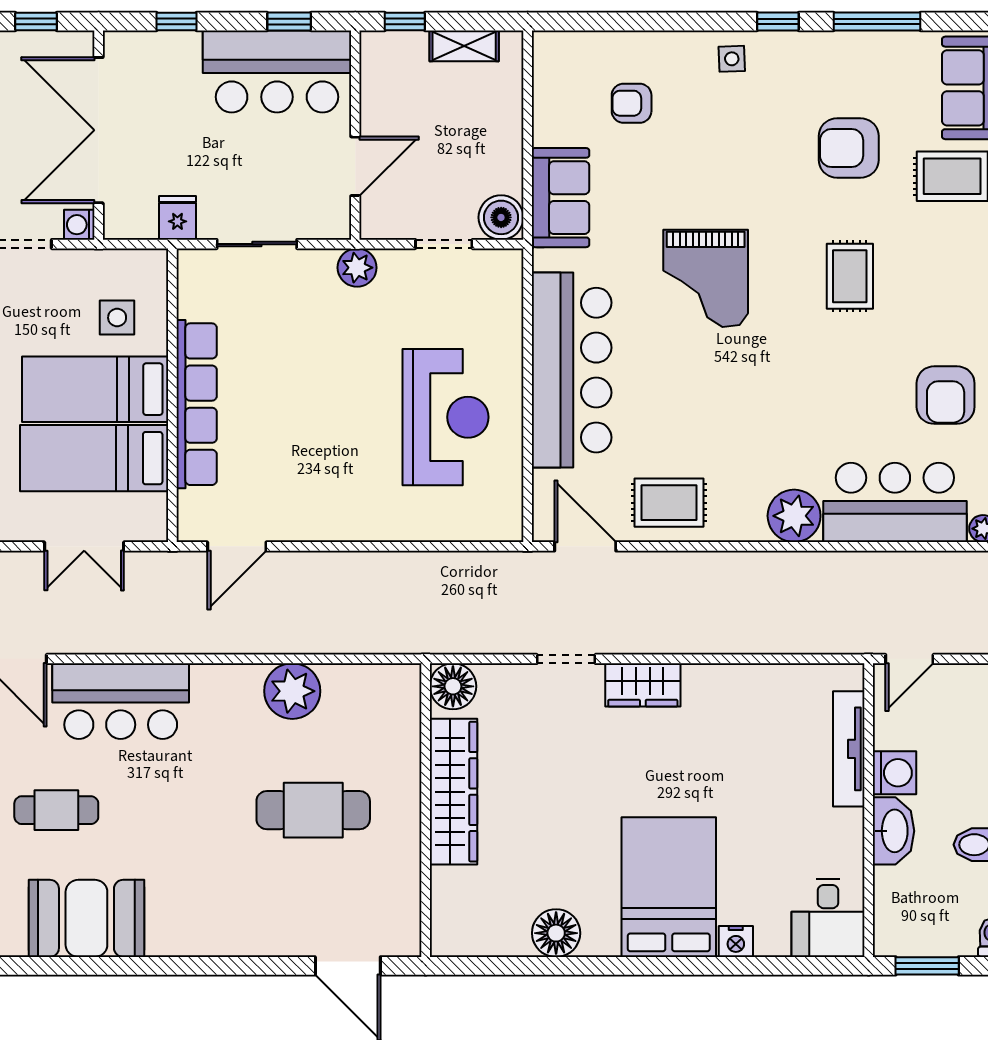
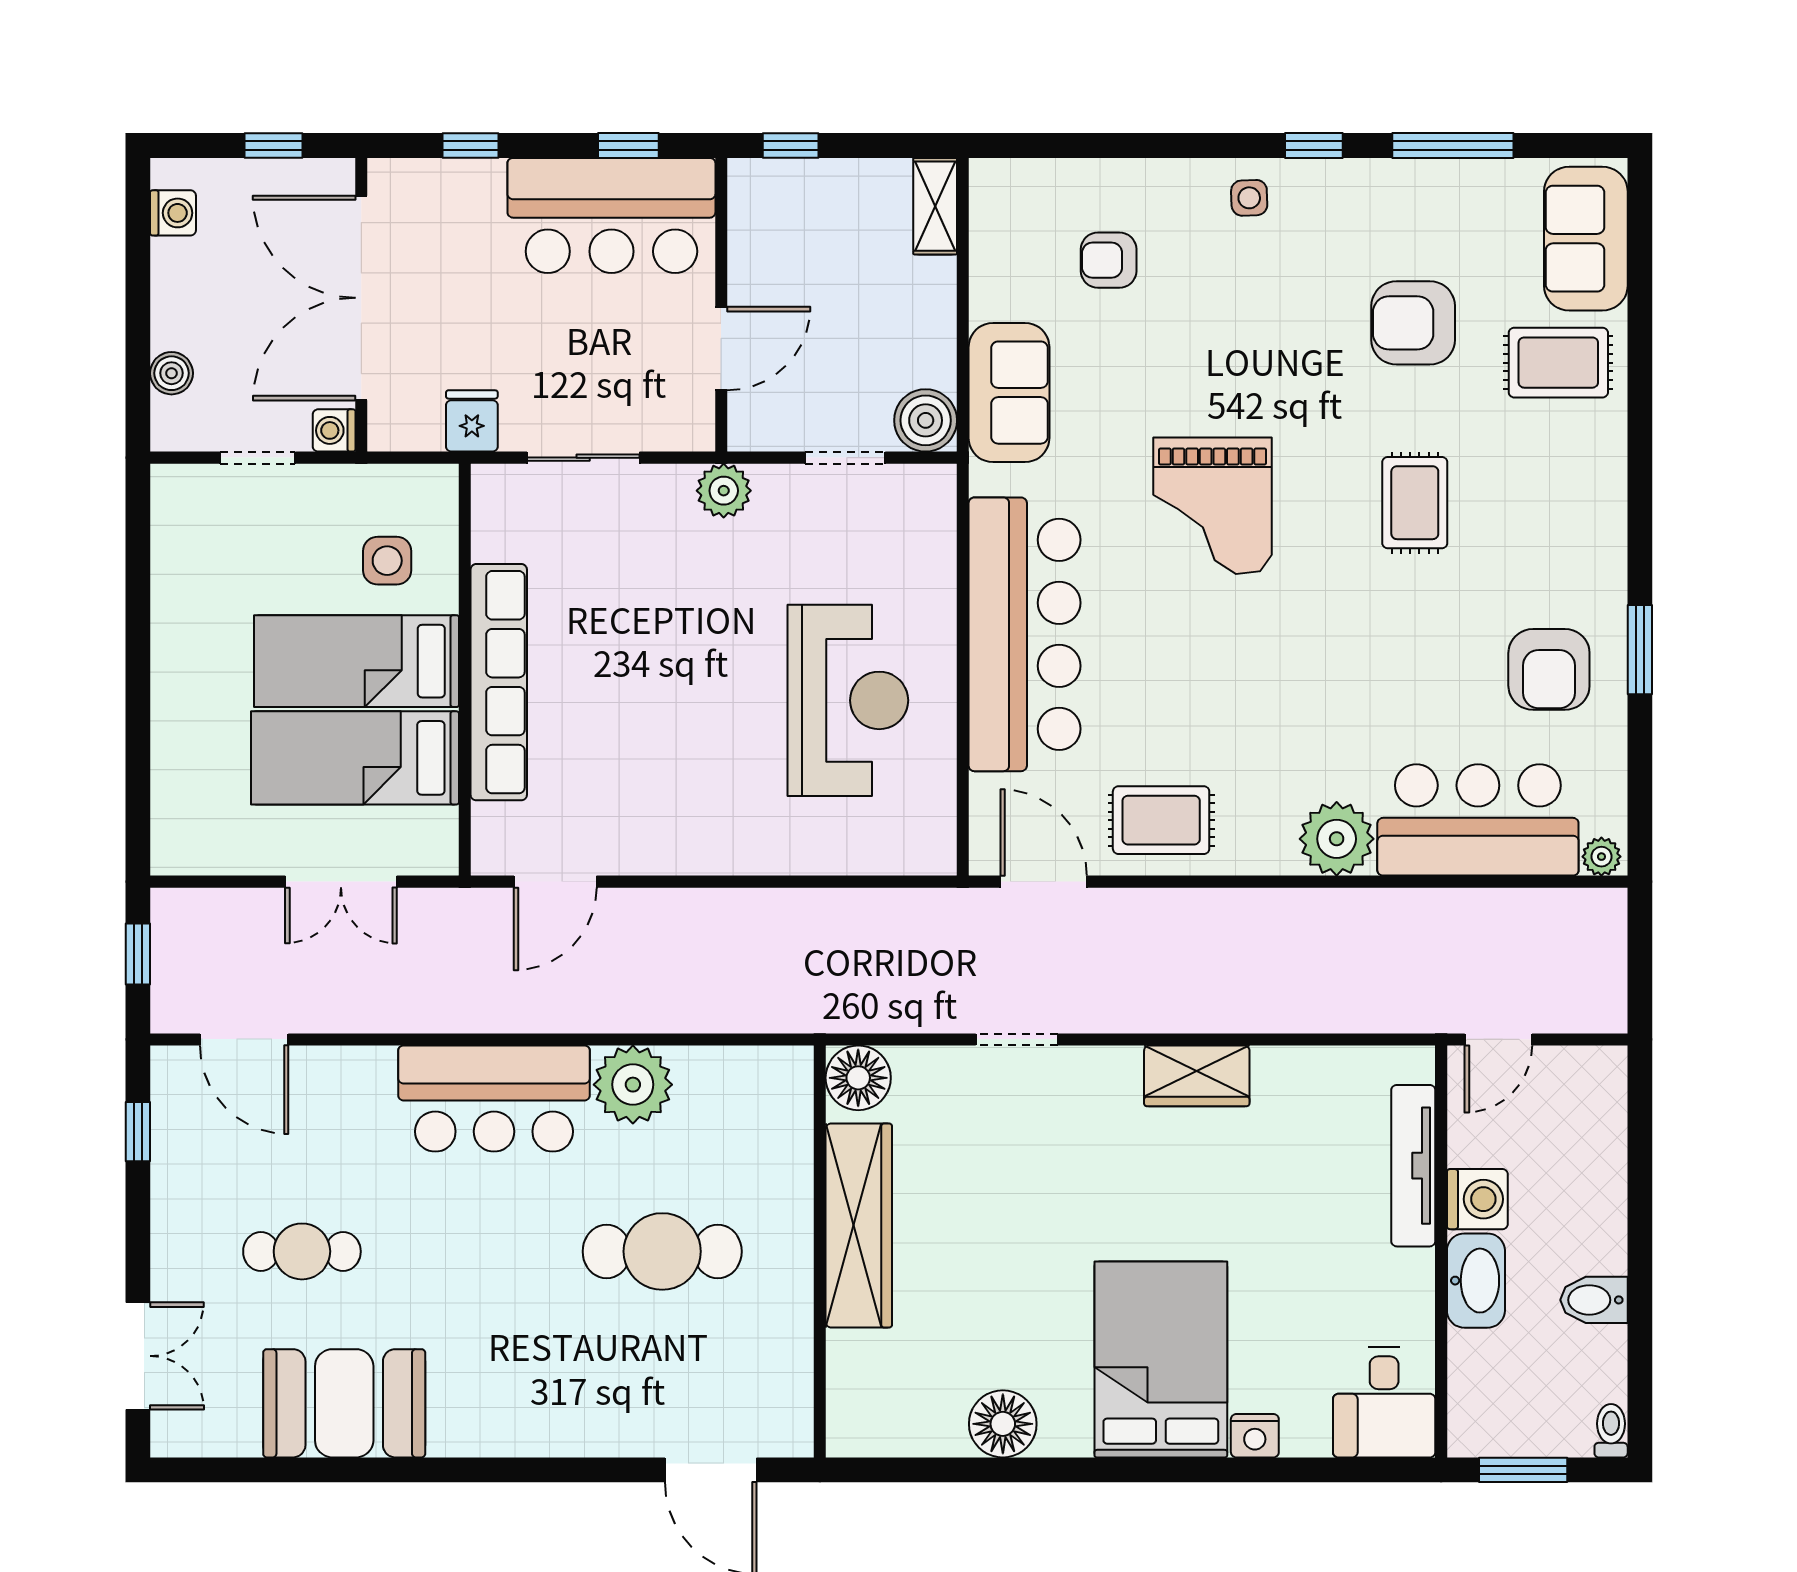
shelving: (464, 46) -> (935, 206), moved, turned 90
wardrobe: (643, 685) -> (1197, 1076), moved
bar counter: (121, 701) -> (494, 1099), moved

